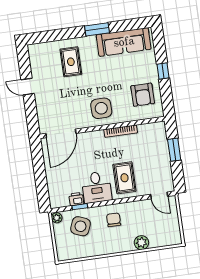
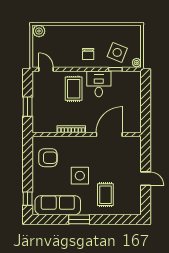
window: (163, 71) -> (28, 199), moved
armchair: (143, 95) -> (48, 158), turned 90
side table: (101, 108) -> (80, 176), moved
door: (61, 133) -> (109, 134), moved
printer: (76, 199) -> (118, 76), removed
plant: (141, 243) -> (39, 31), moved

